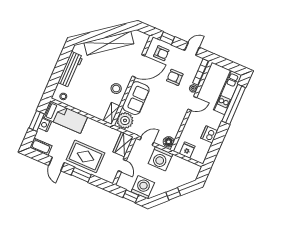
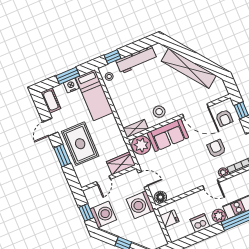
window: (54, 82) -> (112, 57), added
plant: (217, 119) -> (219, 216), added

